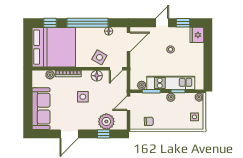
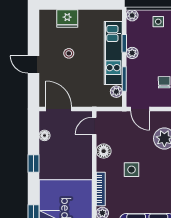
window: (87, 23) -> (34, 163), width x0.32
window: (183, 23) -> (34, 37), removed
fridge: (197, 35) -> (67, 19), moved
side table: (99, 57) -> (79, 148), removed
door: (116, 69) -> (94, 126), swing flipped

